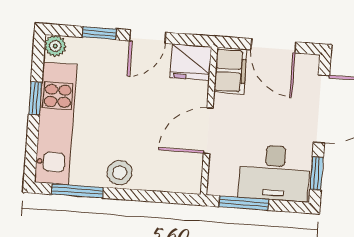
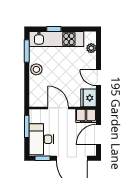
window: (99, 33) -> (99, 56), removed
plant: (55, 46) -> (91, 48), moved
window: (35, 98) -> (54, 29), moved

